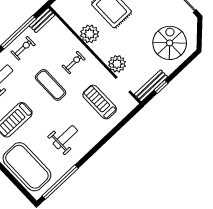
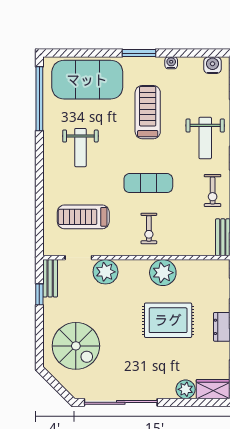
bench: (151, 86) -> (50, 278), width x0.73
treadmill: (100, 102) -> (83, 217), turned 180

